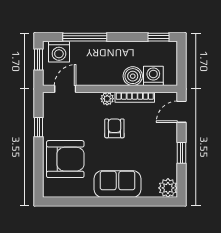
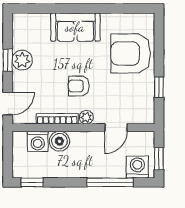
door: (65, 89) -> (116, 128), moved
armchair: (114, 128) -> (79, 86), turned 90
plant: (168, 188) -> (22, 60), moved

